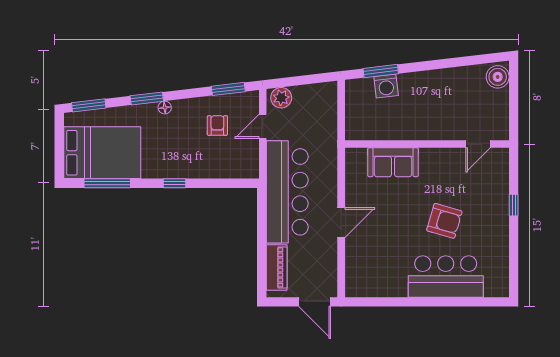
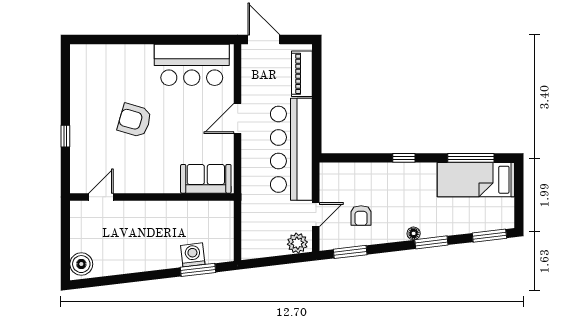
bed: (102, 153) -> (476, 180), width x0.67
sofa: (393, 162) -> (206, 179), moved
bar counter: (446, 277) -> (192, 65), moved

